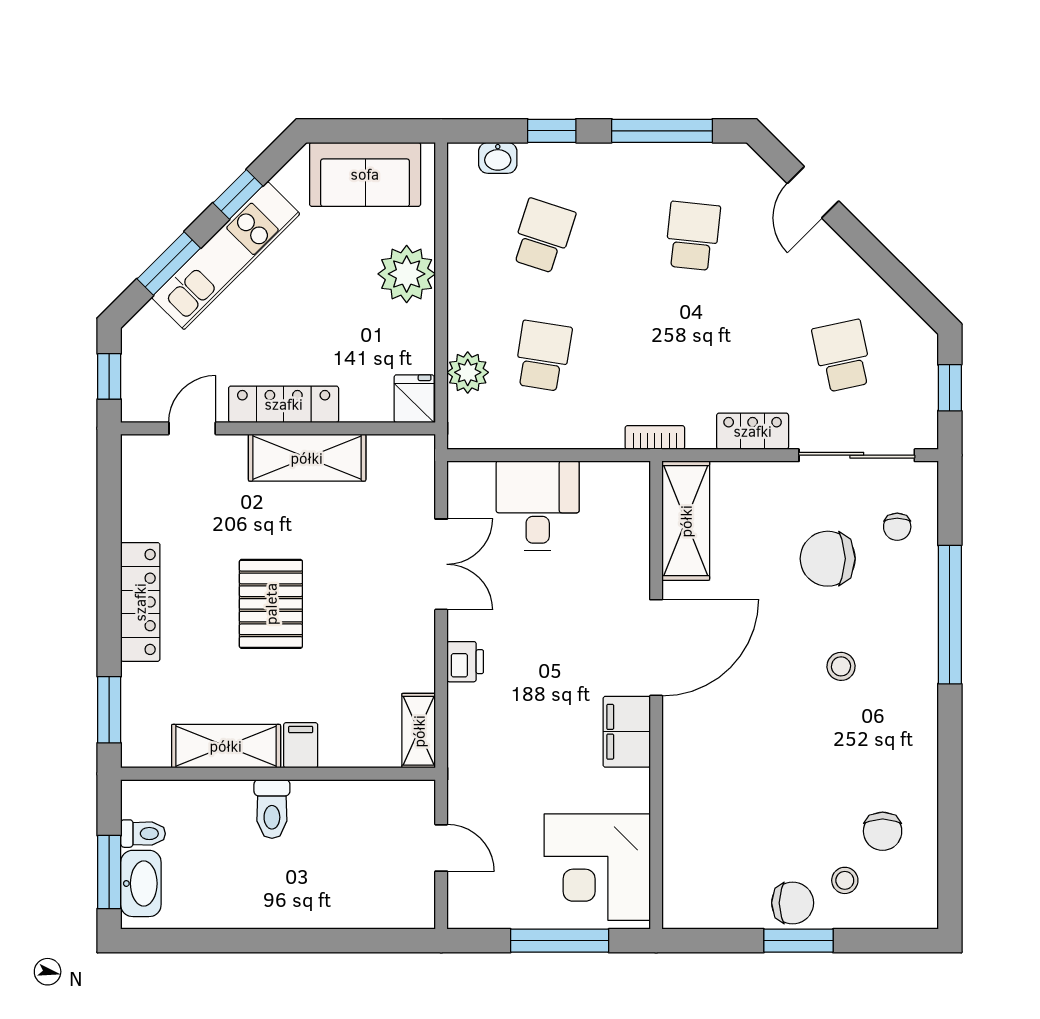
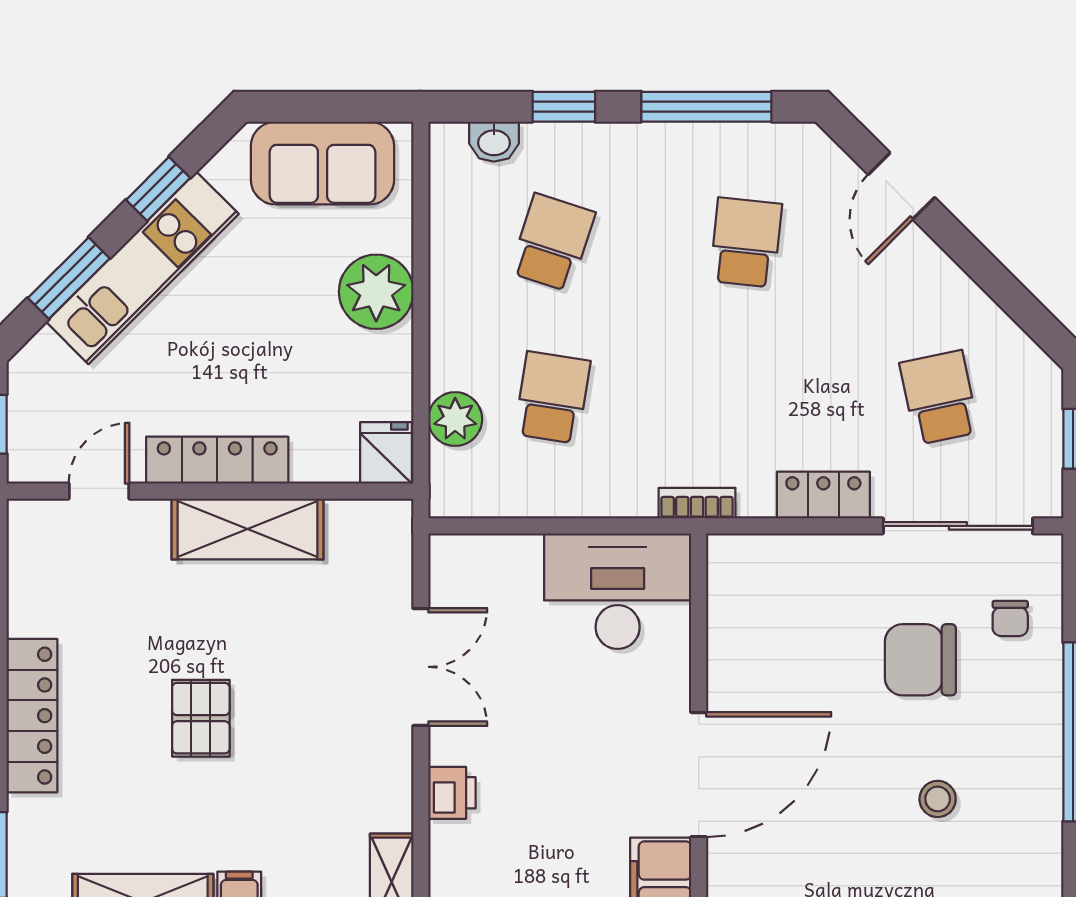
desk: (538, 506) -> (618, 591), moved, width x1.37
shelving: (686, 521) -> (737, 611), removed
pallet: (271, 604) -> (201, 718), width x0.67, depth x0.71

